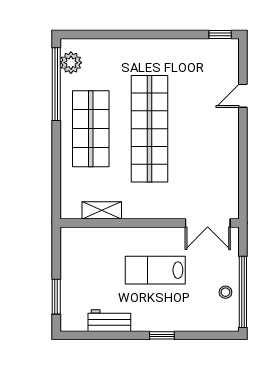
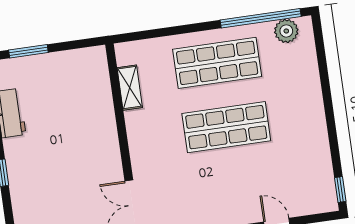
shop shelf: (150, 129) -> (226, 127), width x0.71
lab bench: (155, 270) -> (73, 155), removed

